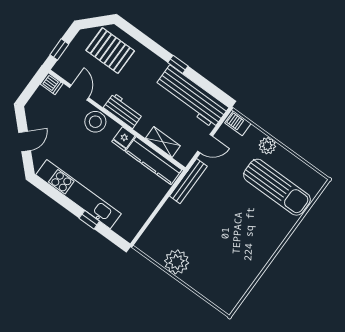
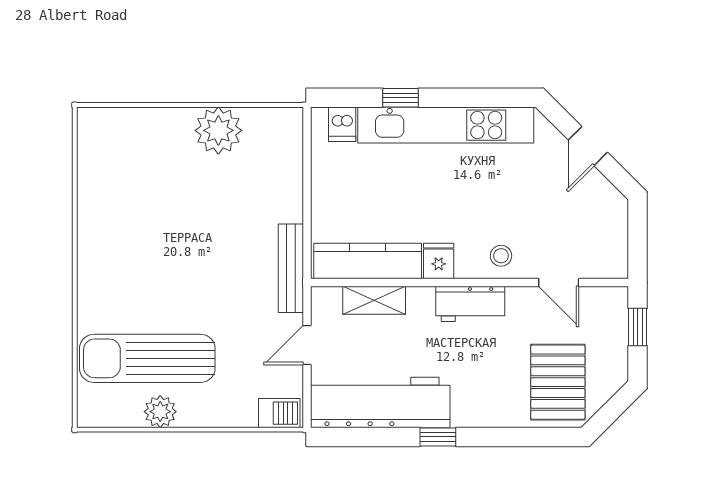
pallet: (110, 51) -> (558, 382), turned 90
dishwasher: (52, 84) -> (342, 124), moved, turned -90
stool: (95, 122) -> (501, 256), width x0.53, depth x0.53
plant: (267, 146) -> (160, 412), moved

